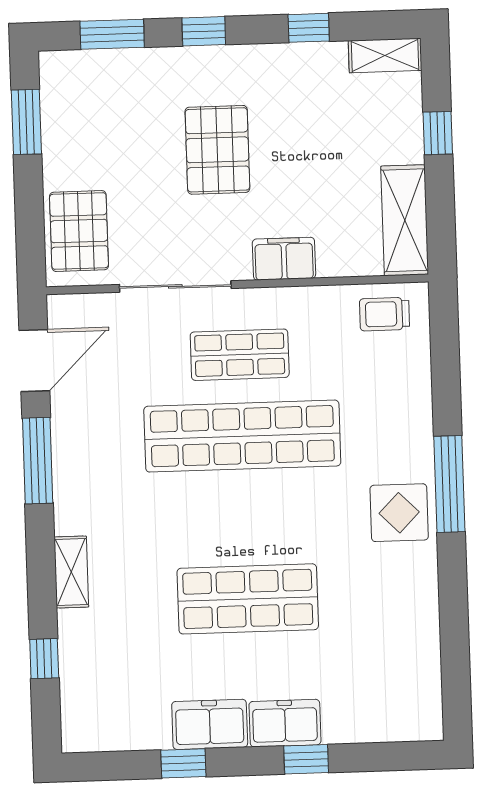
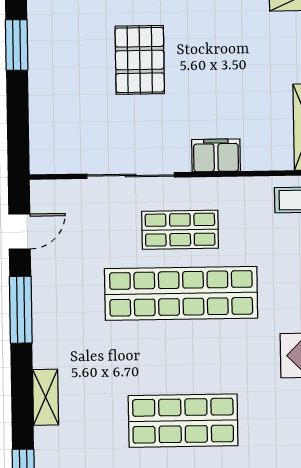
pallet: (217, 150) -> (140, 60), moved
pallet: (79, 231) -> (56, 131), removed
door: (34, 361) -> (20, 232), width x0.73

